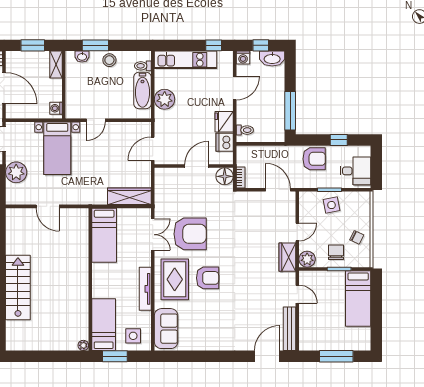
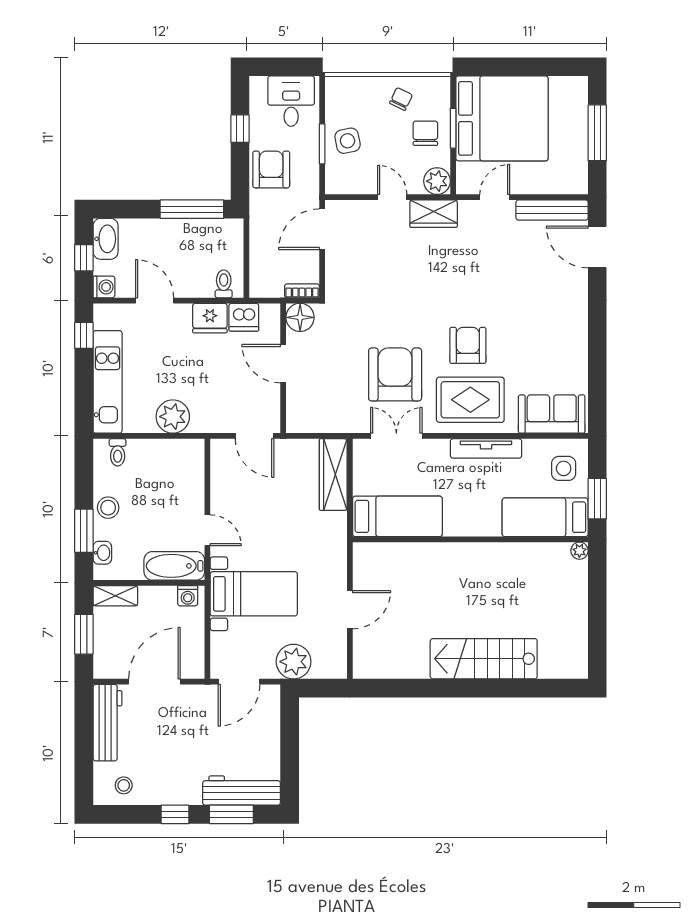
bathtub: (142, 90) -> (174, 566), moved, turned 180
chair: (336, 252) -> (425, 133), turned 90
bed: (358, 299) -> (502, 118), width x2.04

